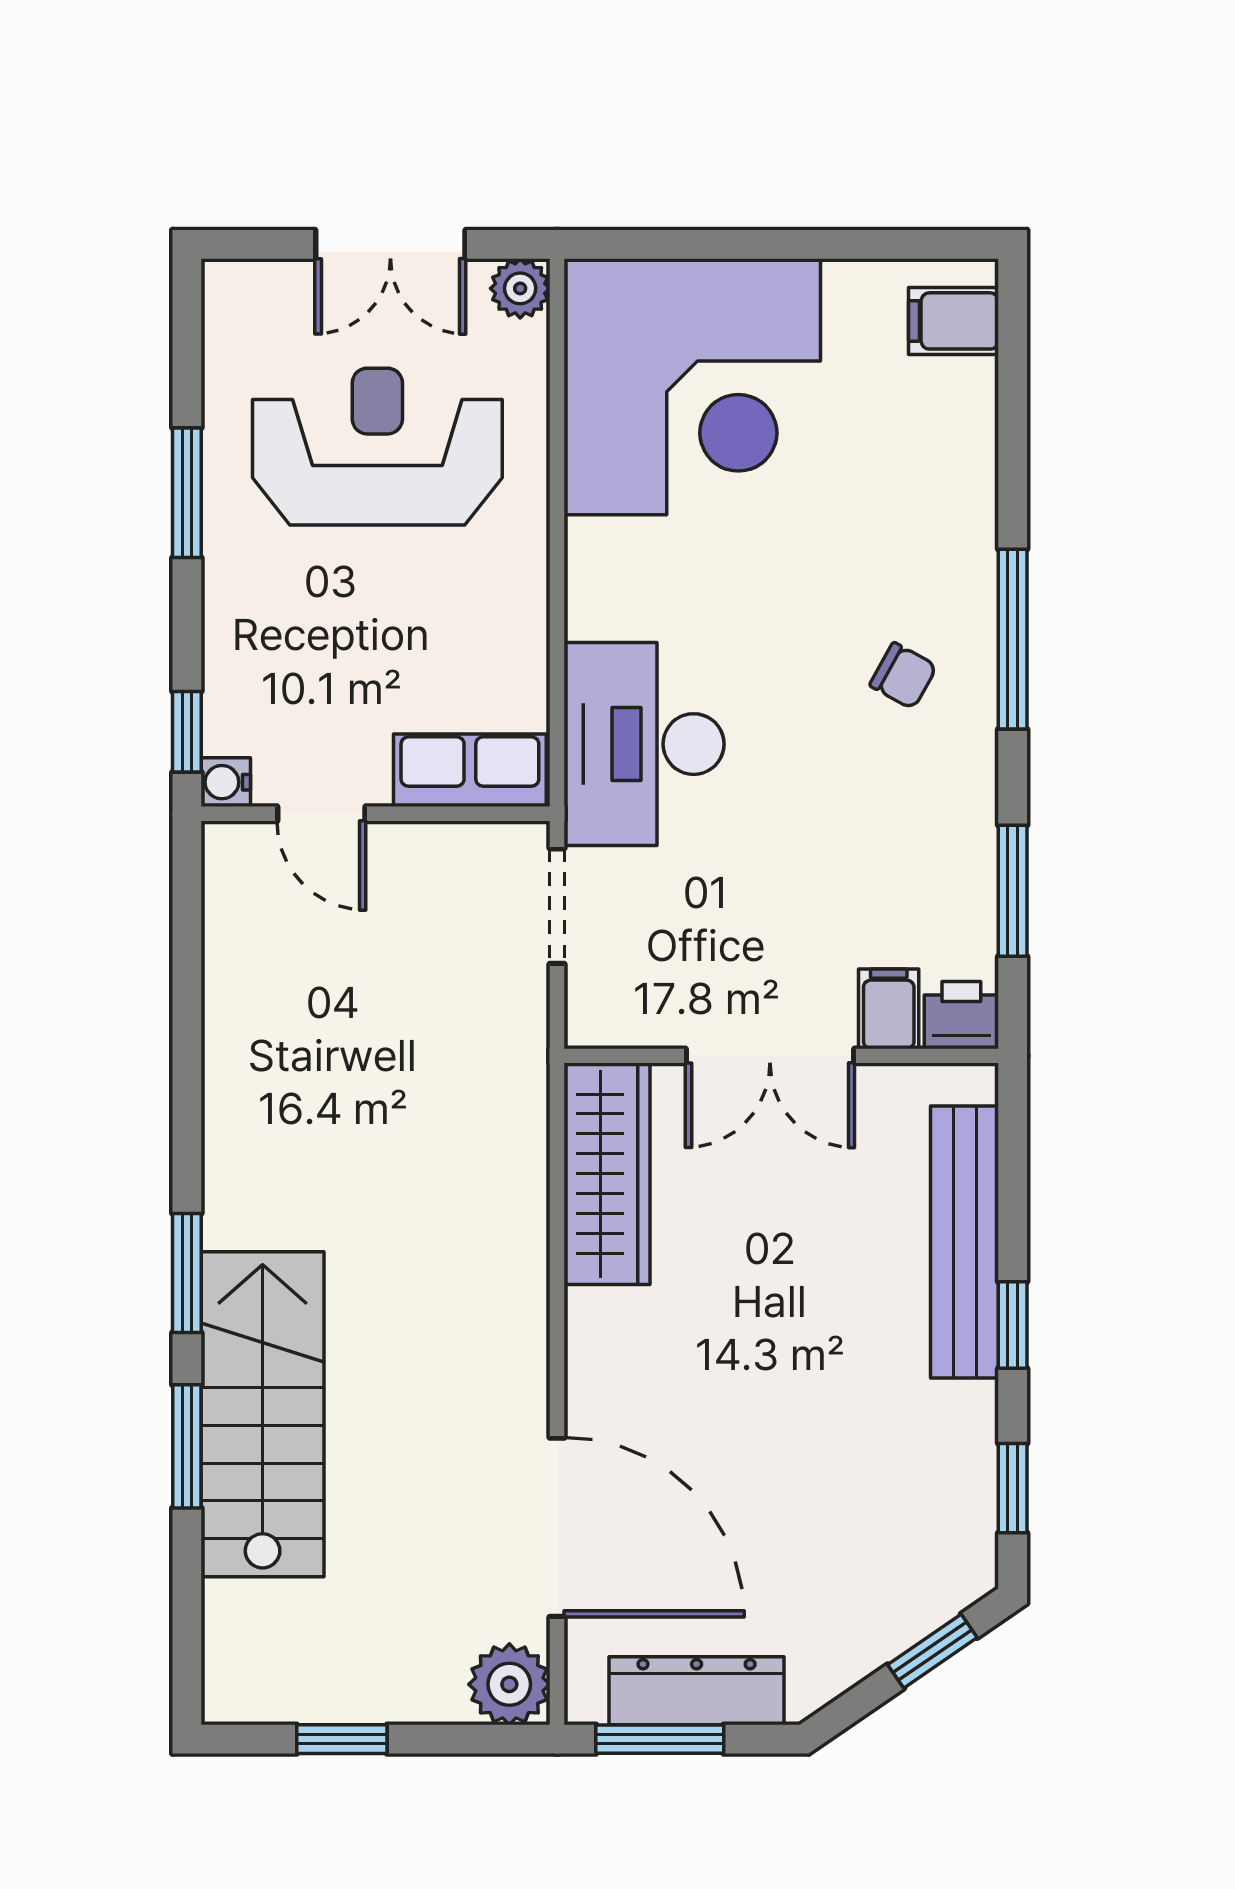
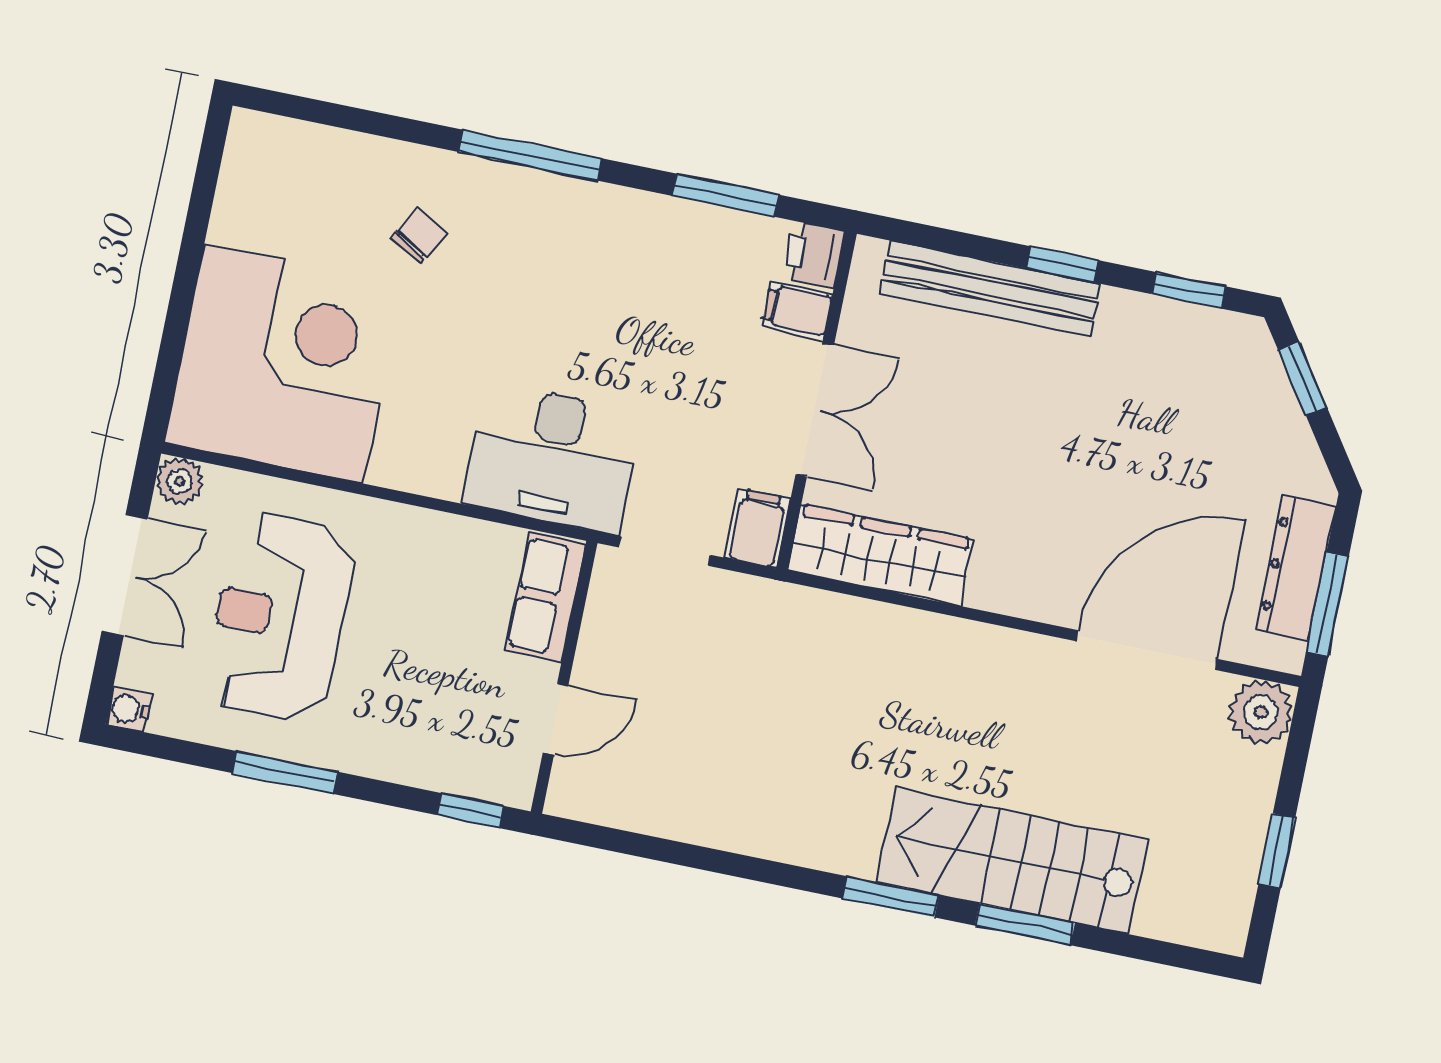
filing cabinet: (954, 321) -> (757, 528), moved, turned 180
chair: (903, 676) -> (419, 236), moved
water cooler: (226, 782) -> (129, 709), moved, turned 90

